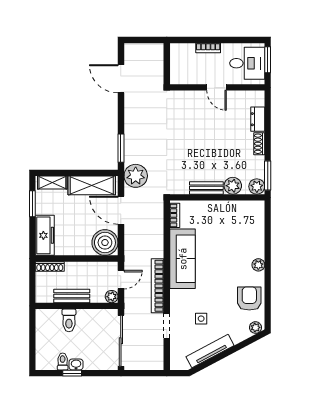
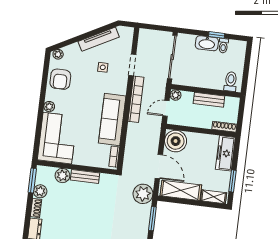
plant: (257, 187) -> (40, 191), moved
corner sofa: (244, 229) -> (57, 138), added
toilet: (69, 320) -> (231, 82), moved
washbasin: (76, 364) -> (207, 43), width x1.91, depth x1.45

